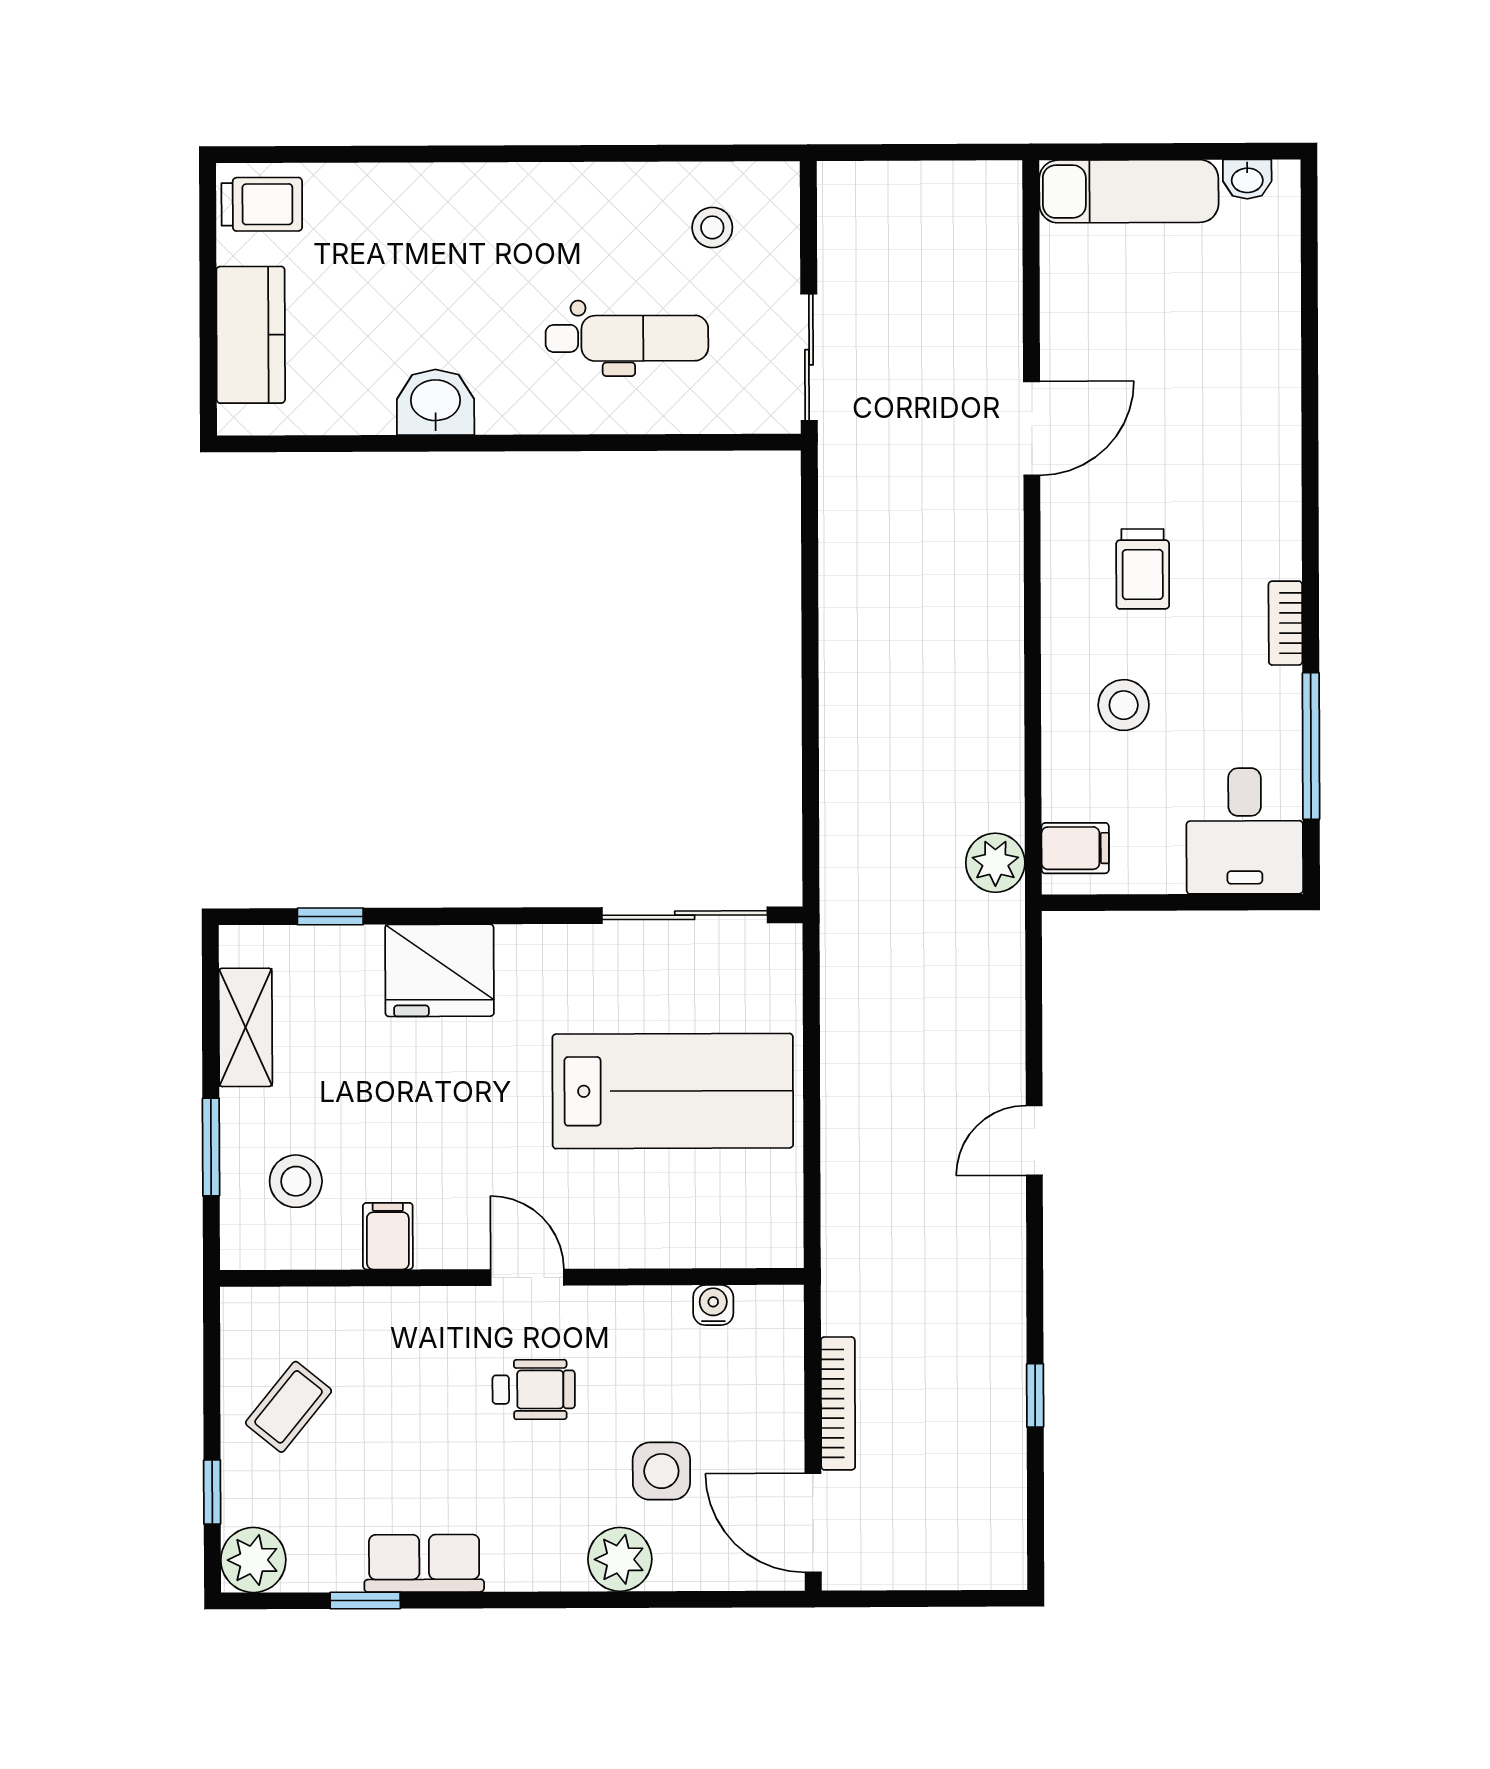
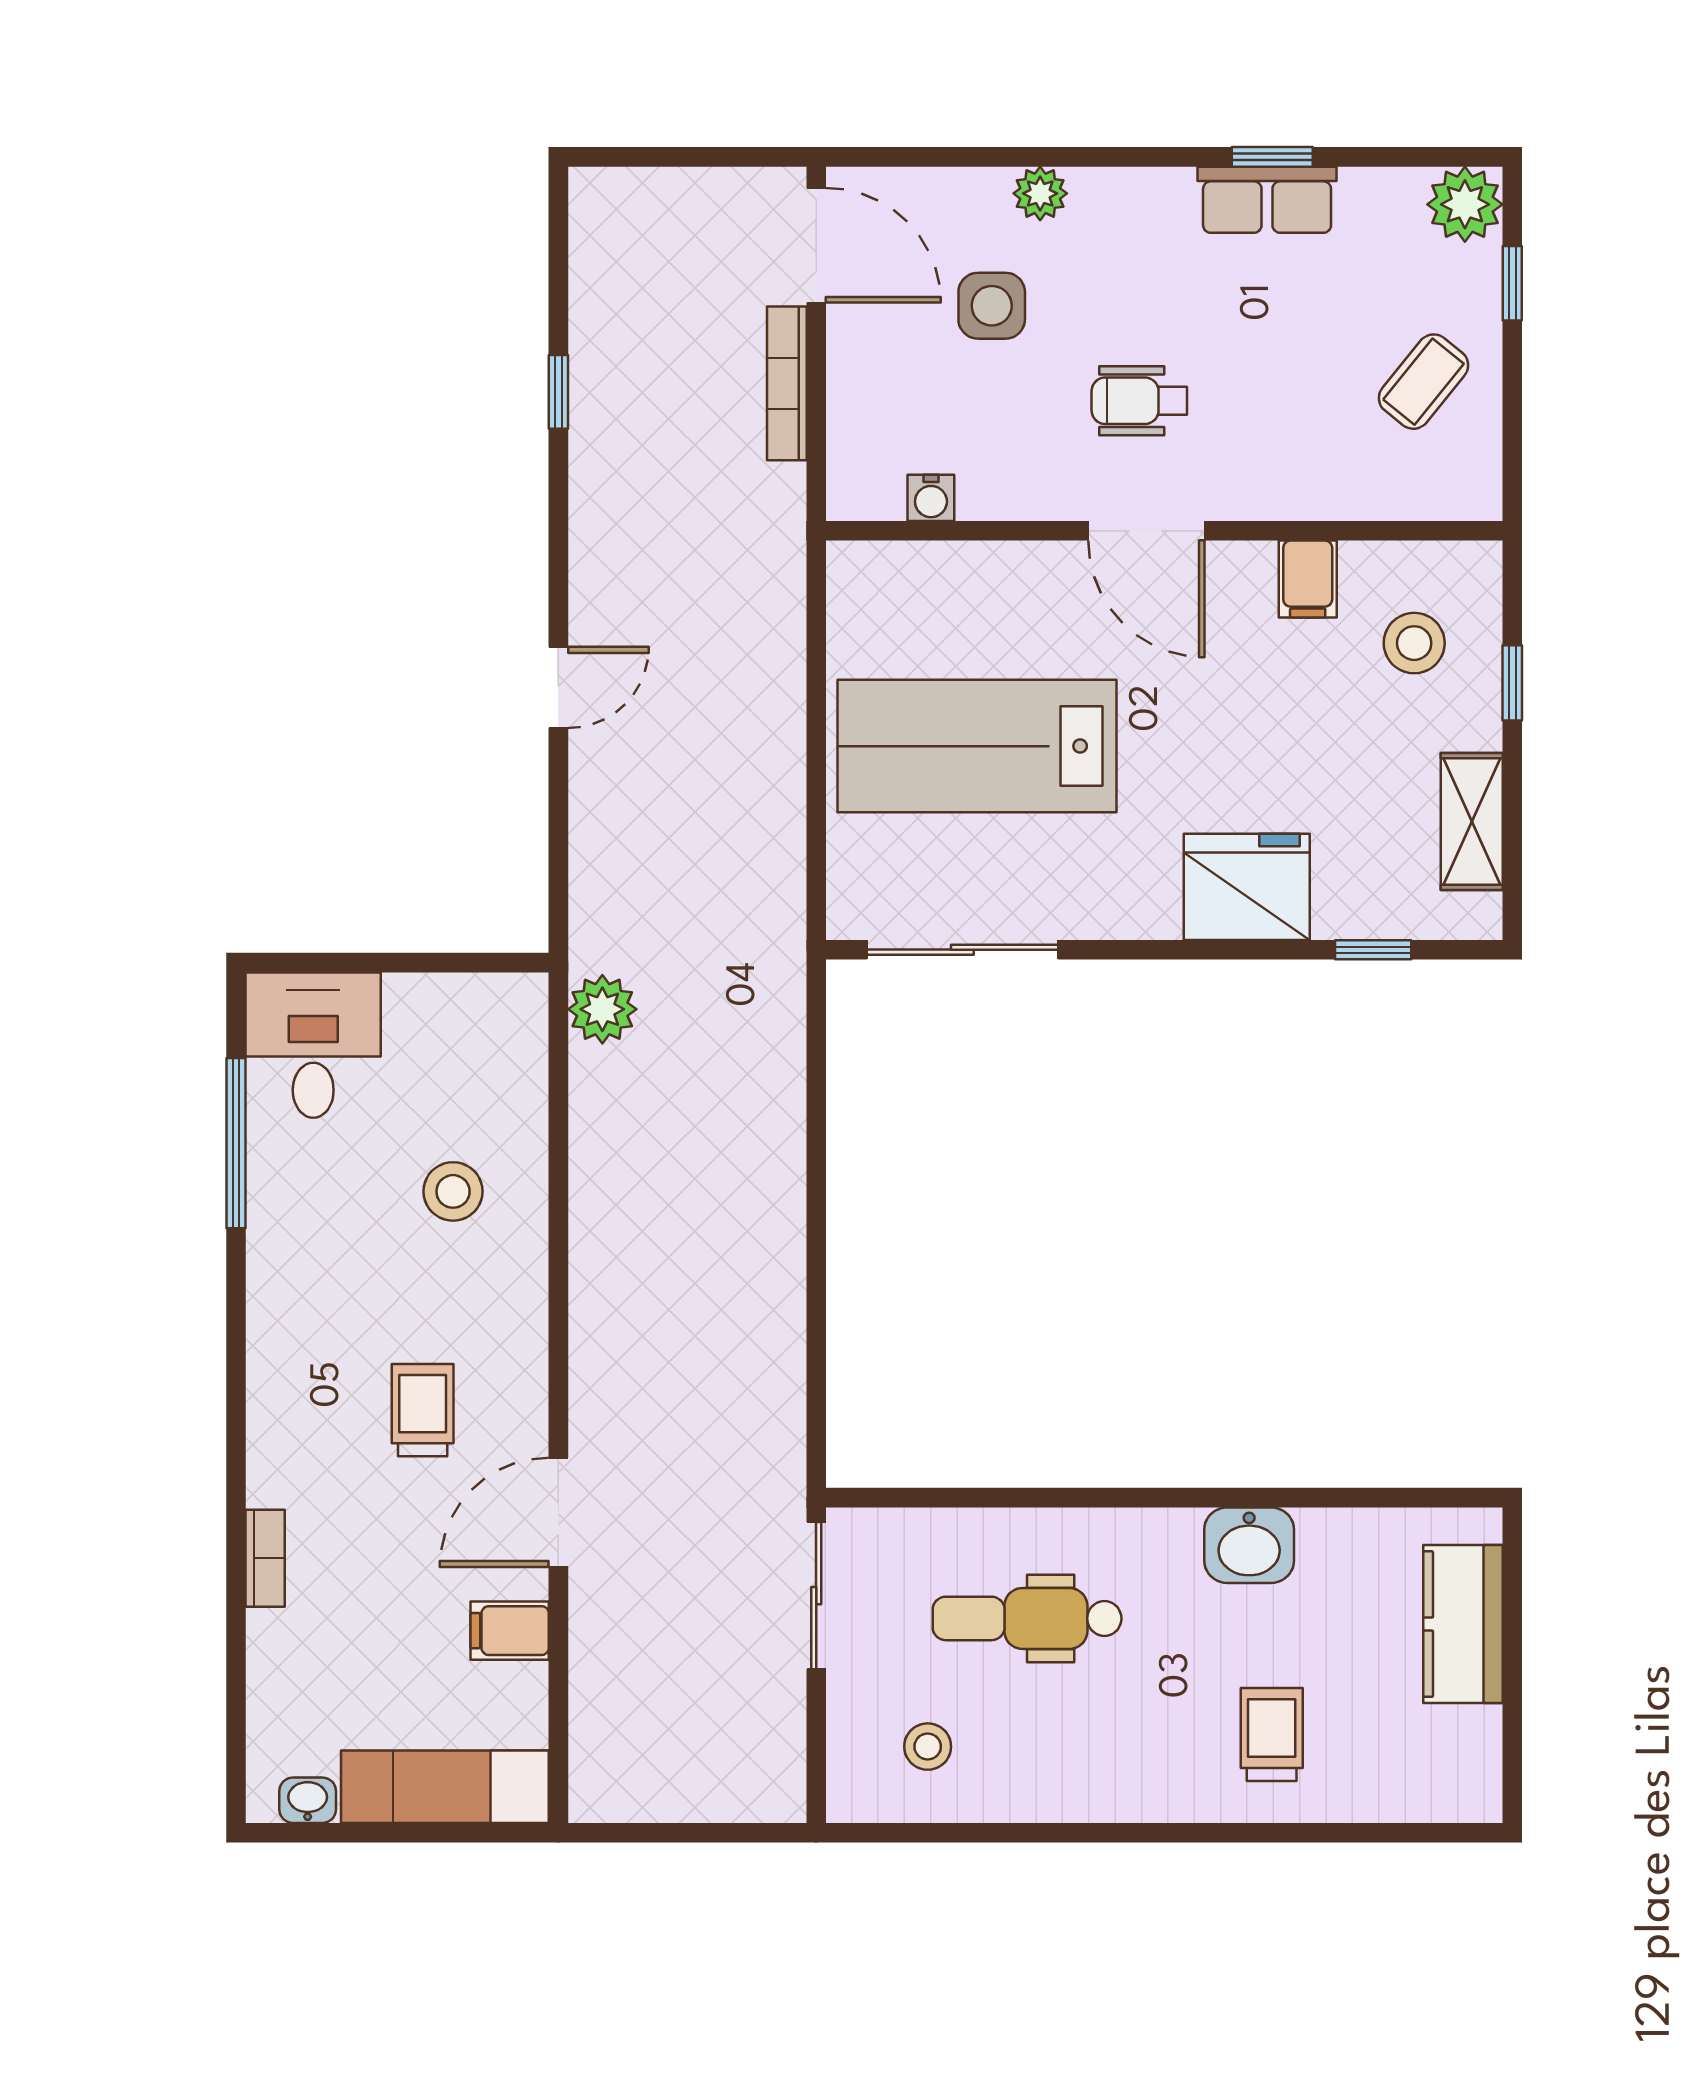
trolley: (262, 204) -> (1272, 1735), moved, turned 90
trolley: (1143, 569) -> (423, 1410), moved
bookcase: (1285, 623) -> (265, 1558), moved
filing cabinet: (1075, 848) -> (510, 1631), moved
window: (211, 1147) -> (1512, 683), width x0.67
door: (527, 1277) -> (1146, 531), width x1.38
plant: (620, 1559) -> (1040, 193), width x0.73, depth x0.73
window: (365, 1601) -> (1272, 157), moved

